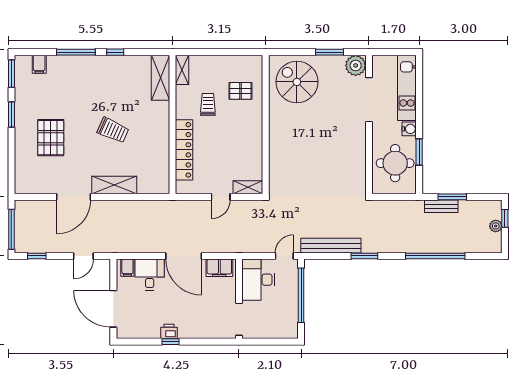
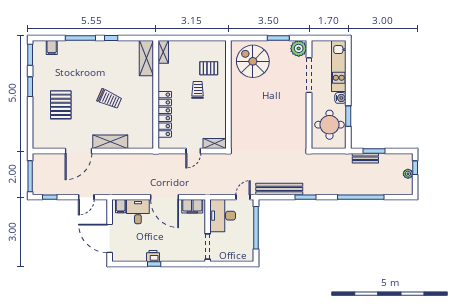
trolley: (208, 104) -> (198, 90), moved

